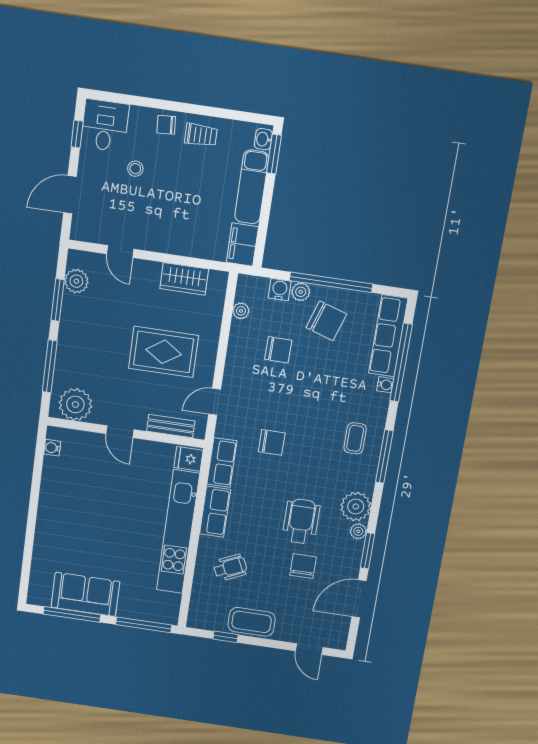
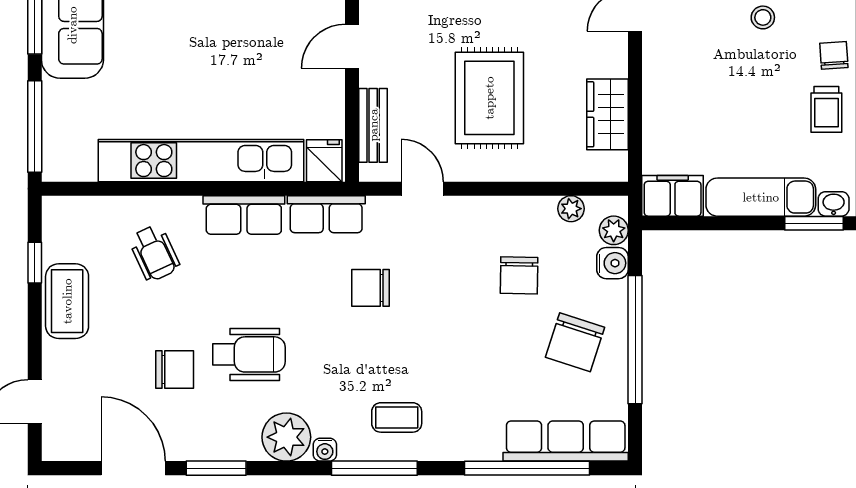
plant: (301, 292) -> (614, 230), moved
water cooler: (385, 385) -> (325, 450), moved
chair: (272, 442) -> (371, 288), turned 90
plant: (358, 531) -> (246, 448), removed

